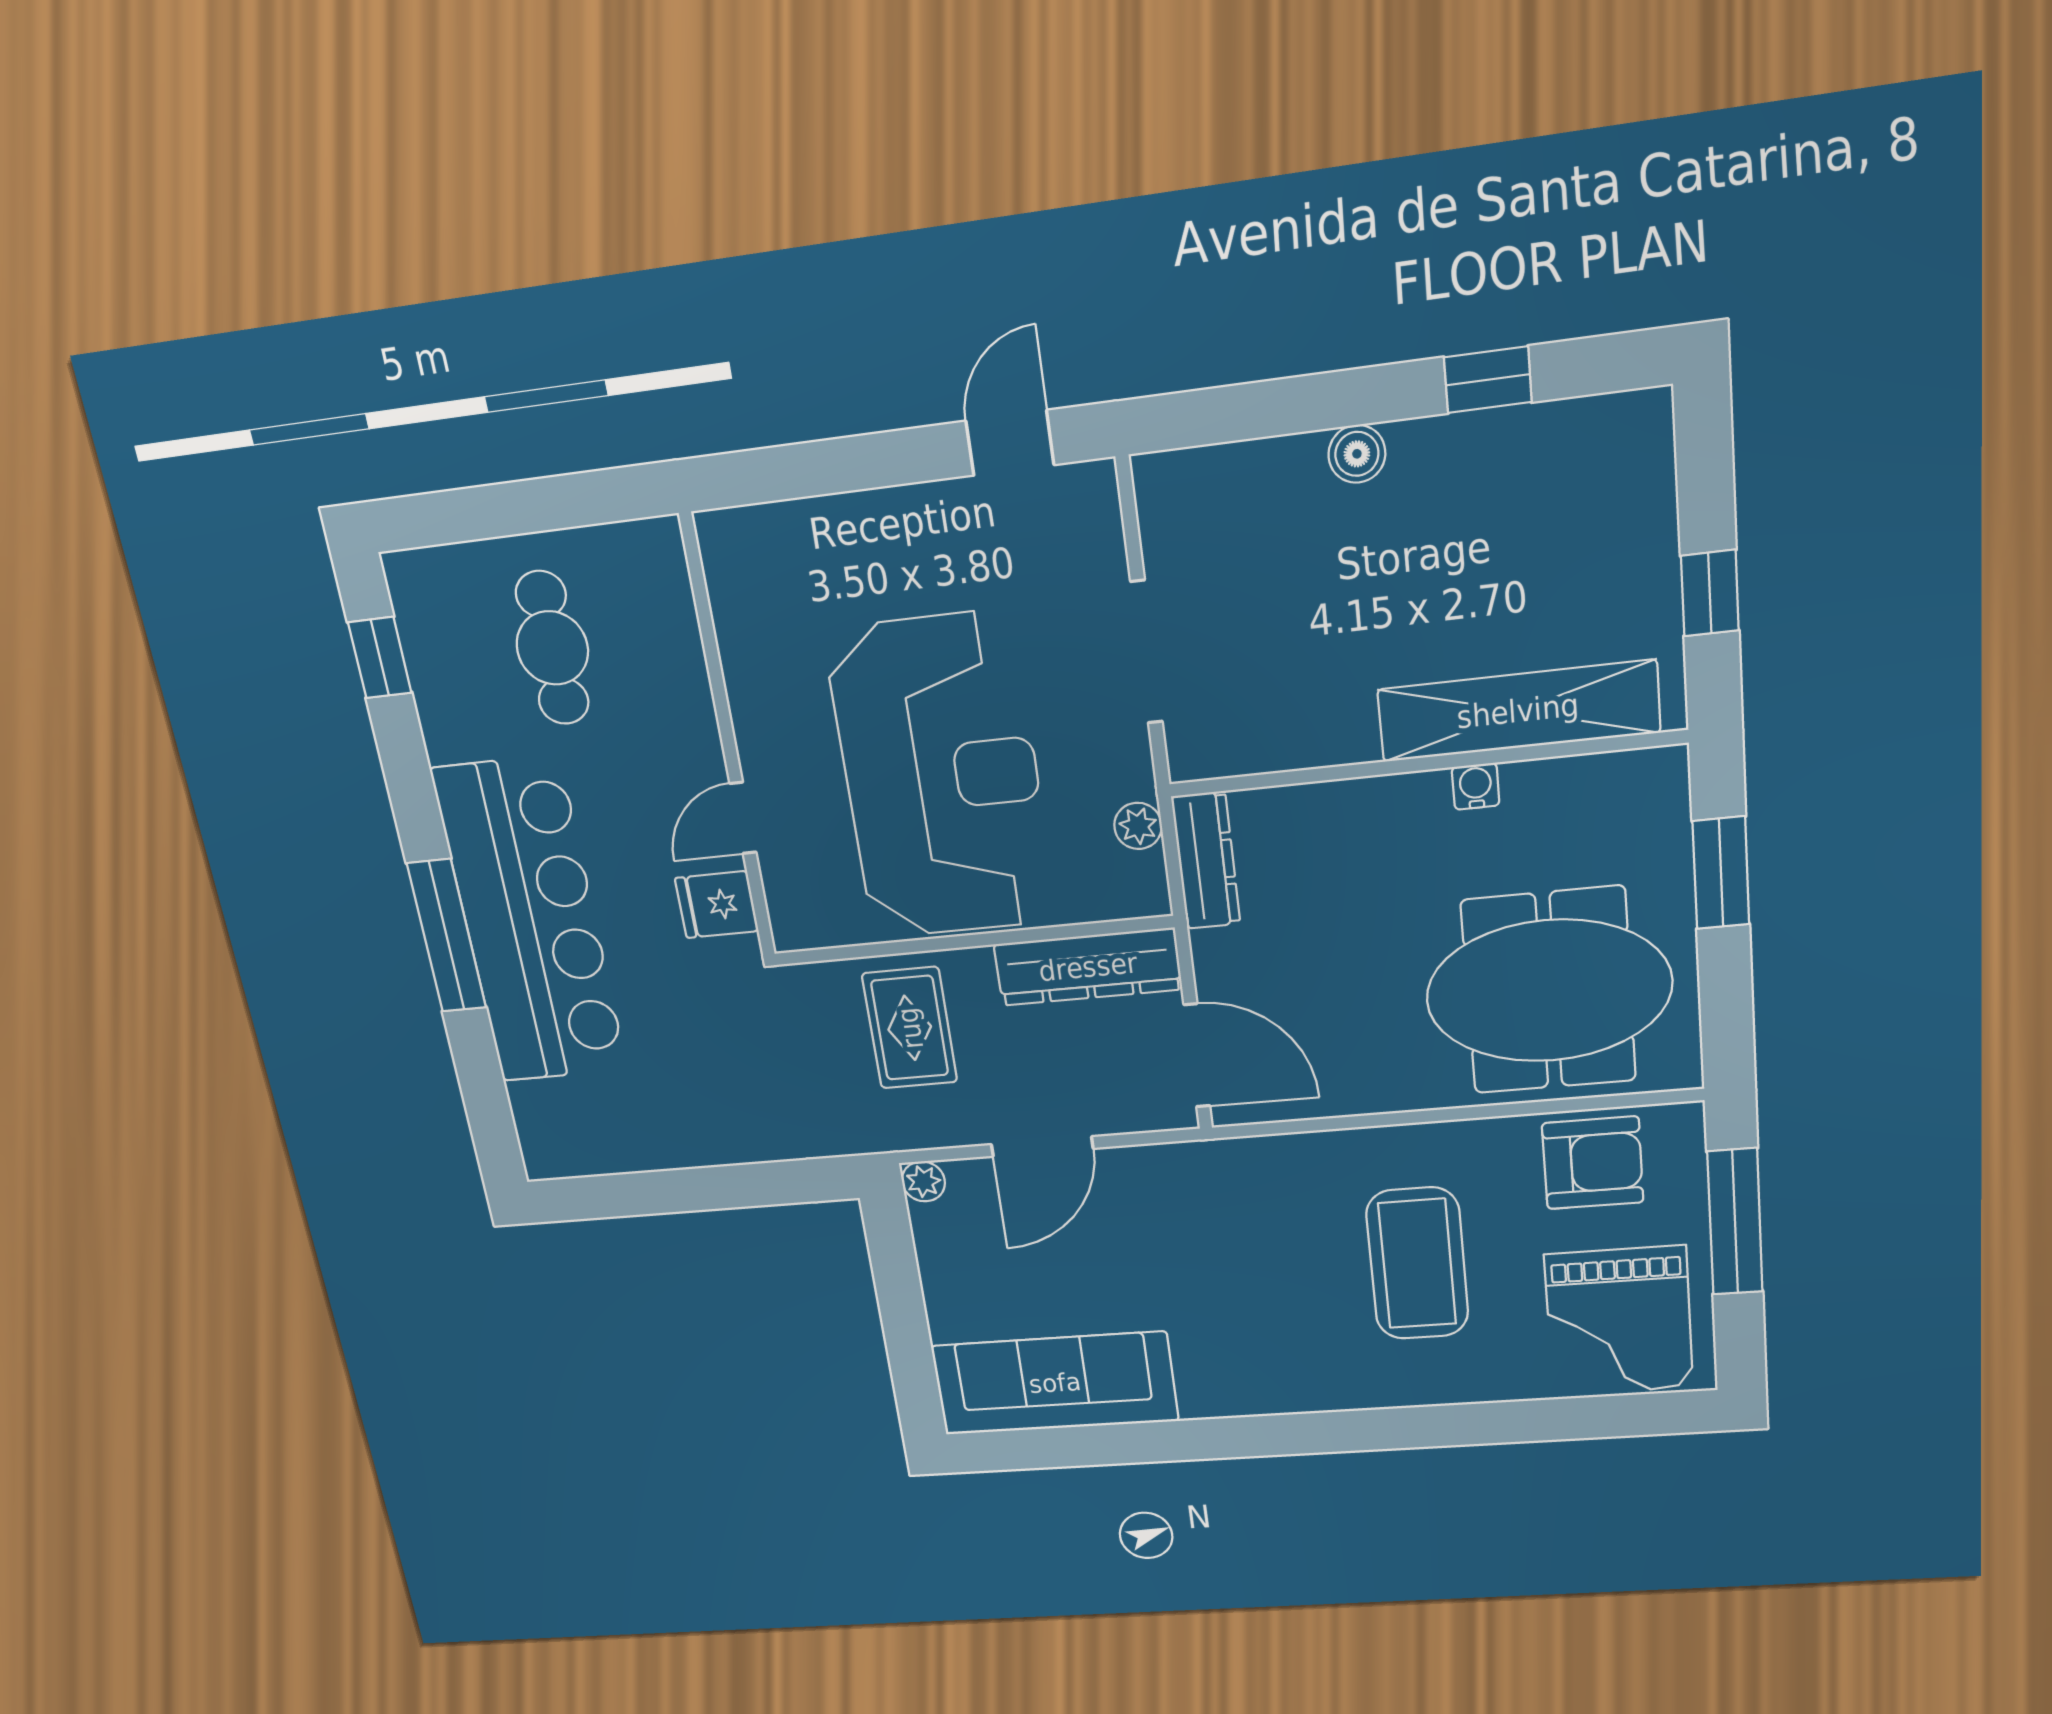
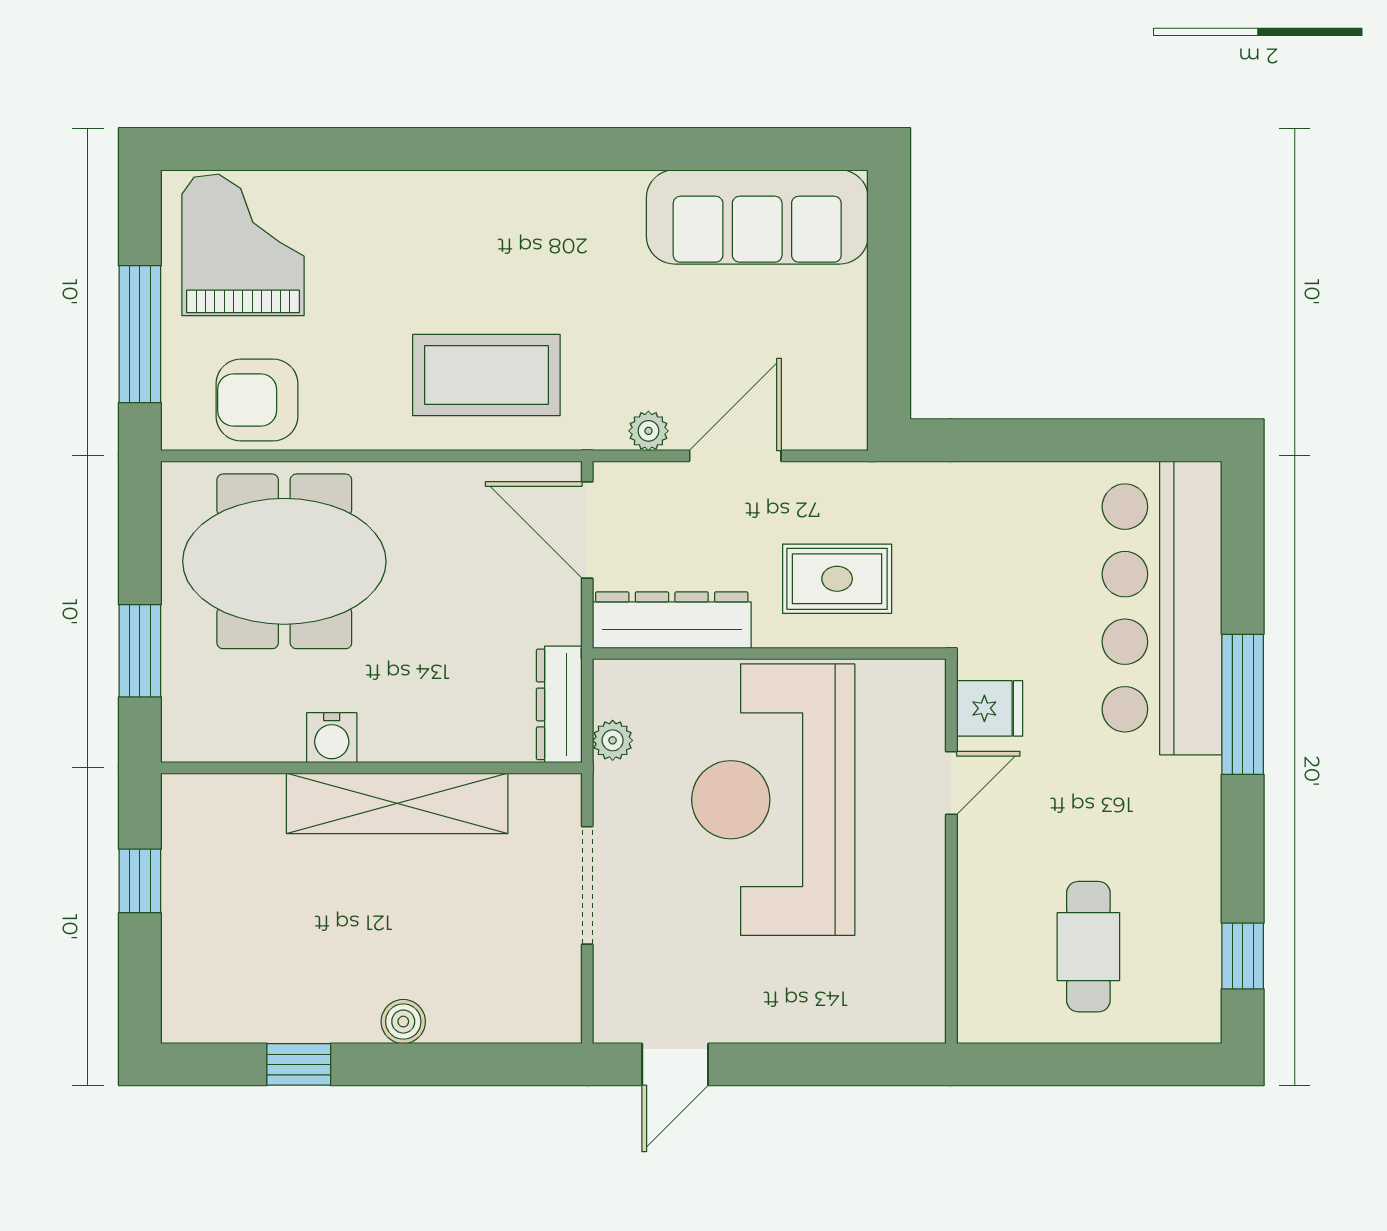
shelving: (1518, 711) -> (397, 803), moved
water cooler: (1476, 786) -> (332, 738), width x1.38, depth x1.38
bar counter: (530, 922) -> (1162, 608), moved
rug: (910, 1028) -> (837, 579), turned 90
plant: (923, 1181) -> (648, 431), moved
coffee table: (1417, 1264) -> (486, 375), moved, turned 90

